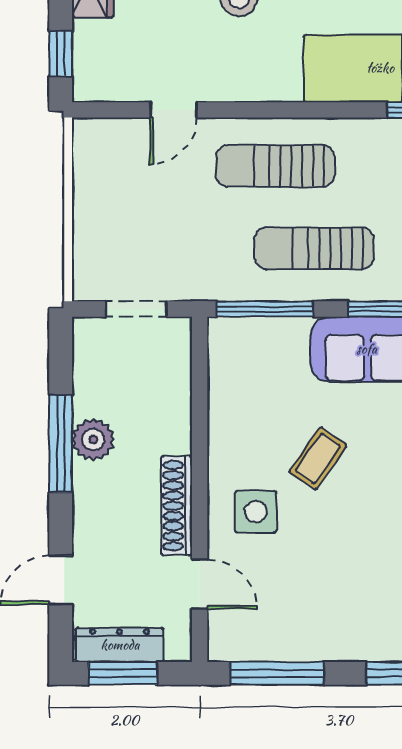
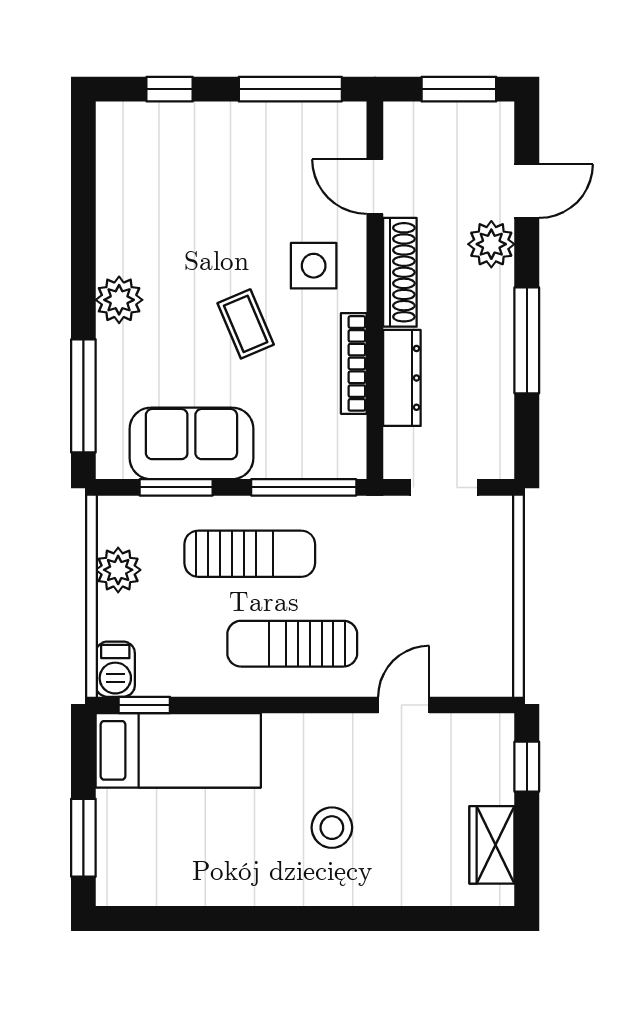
sun lounger: (275, 166) -> (292, 644), turned 180
bookcase: (219, 422) -> (354, 363), added
plant: (93, 440) -> (491, 244), moved
coffee table: (318, 459) -> (246, 324), turned -58
dresser: (120, 645) -> (402, 378), moved, turned -90

